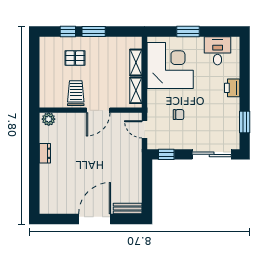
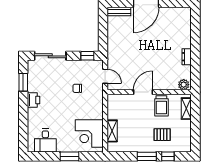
corner desk: (170, 65) -> (89, 134), width x0.74, depth x0.74
printer: (232, 88) -> (33, 100), moved
shelving: (136, 90) -> (186, 109), moved

